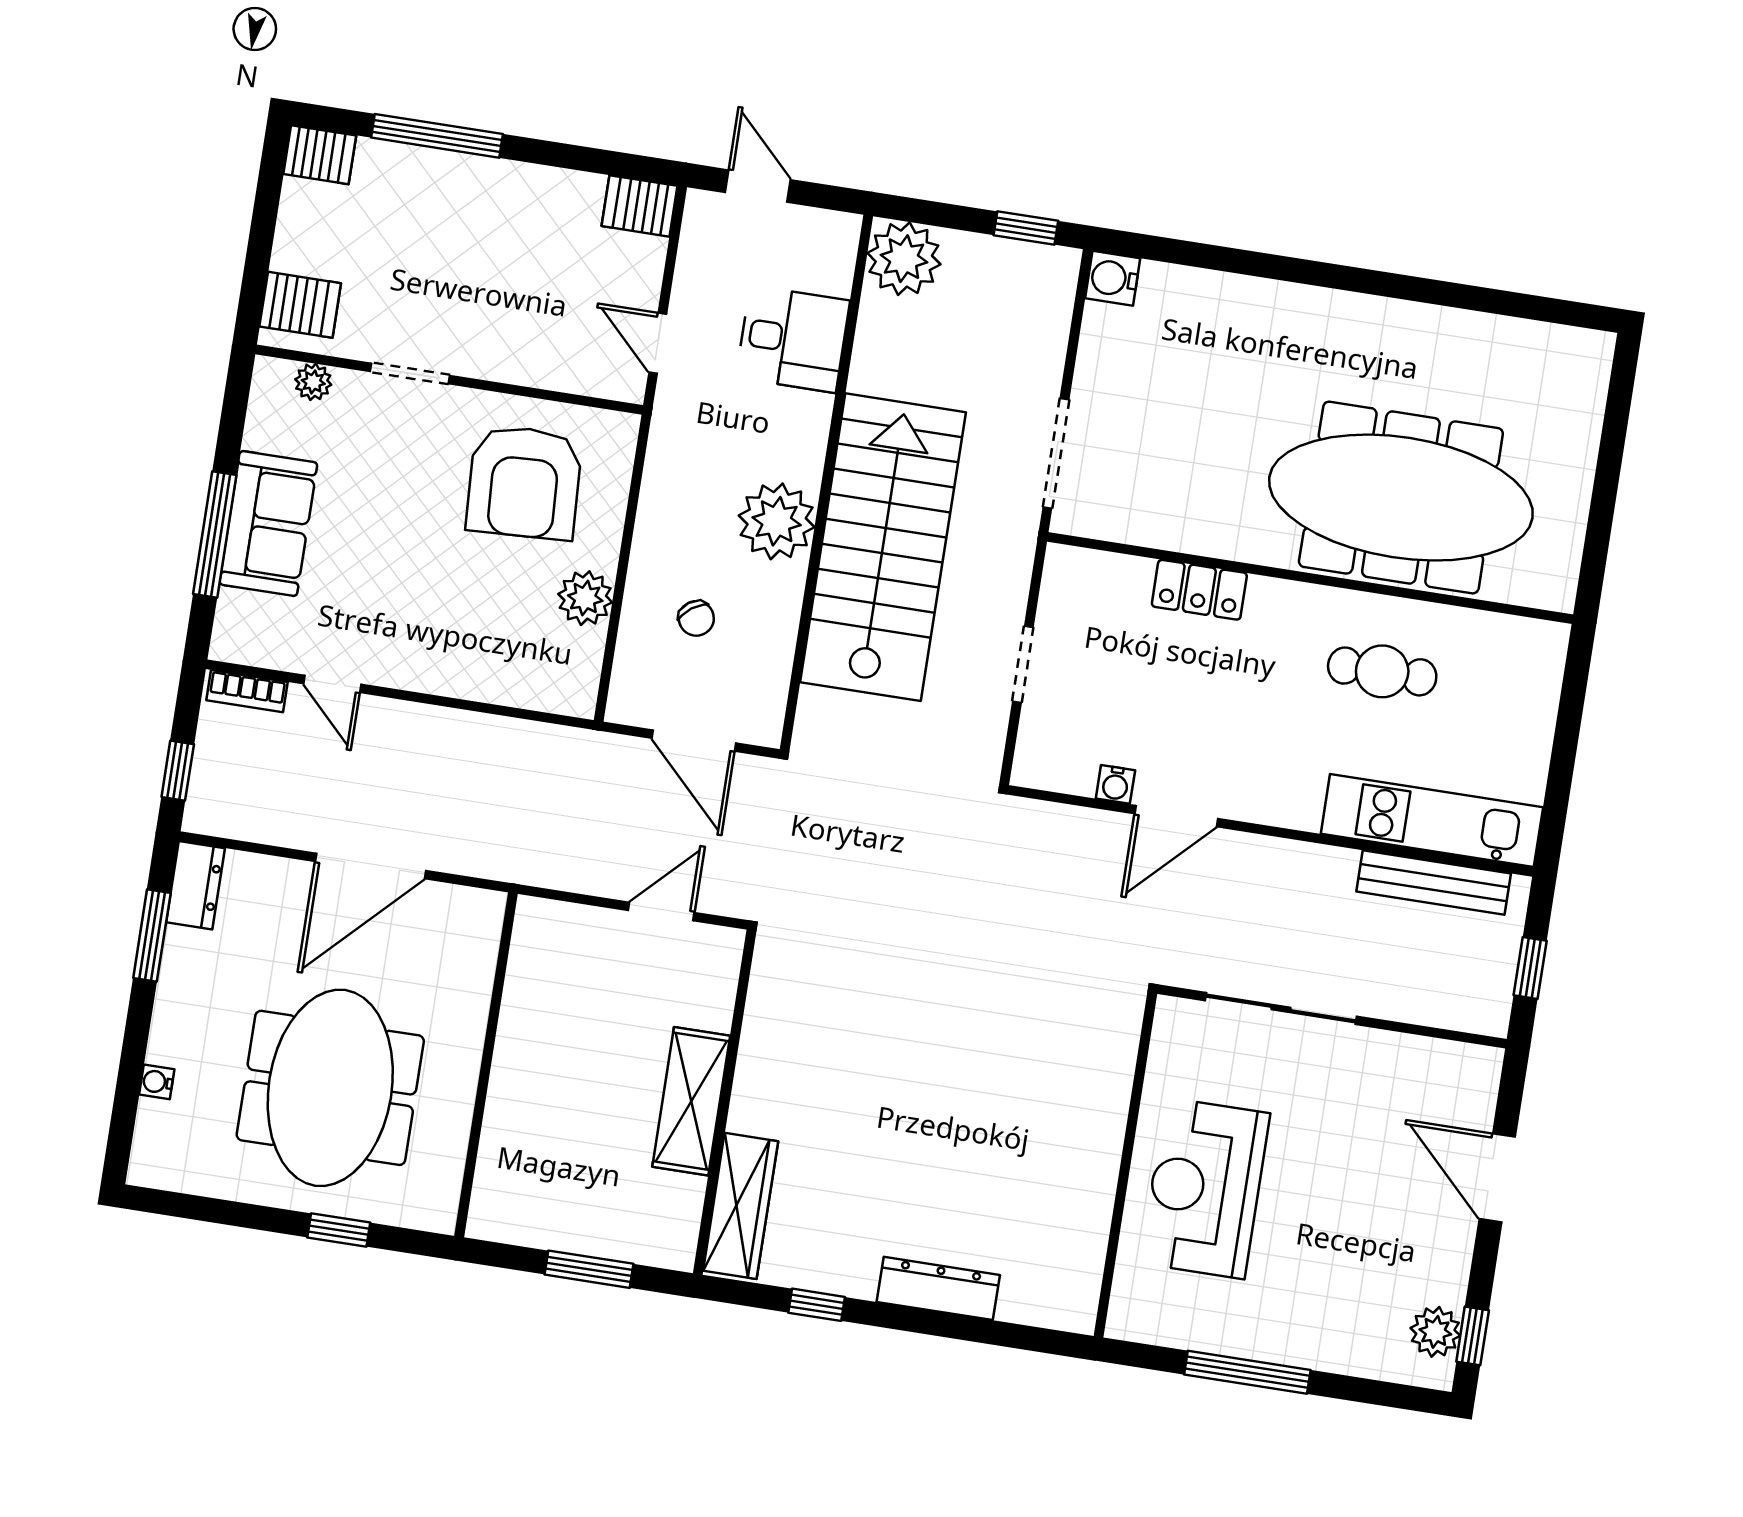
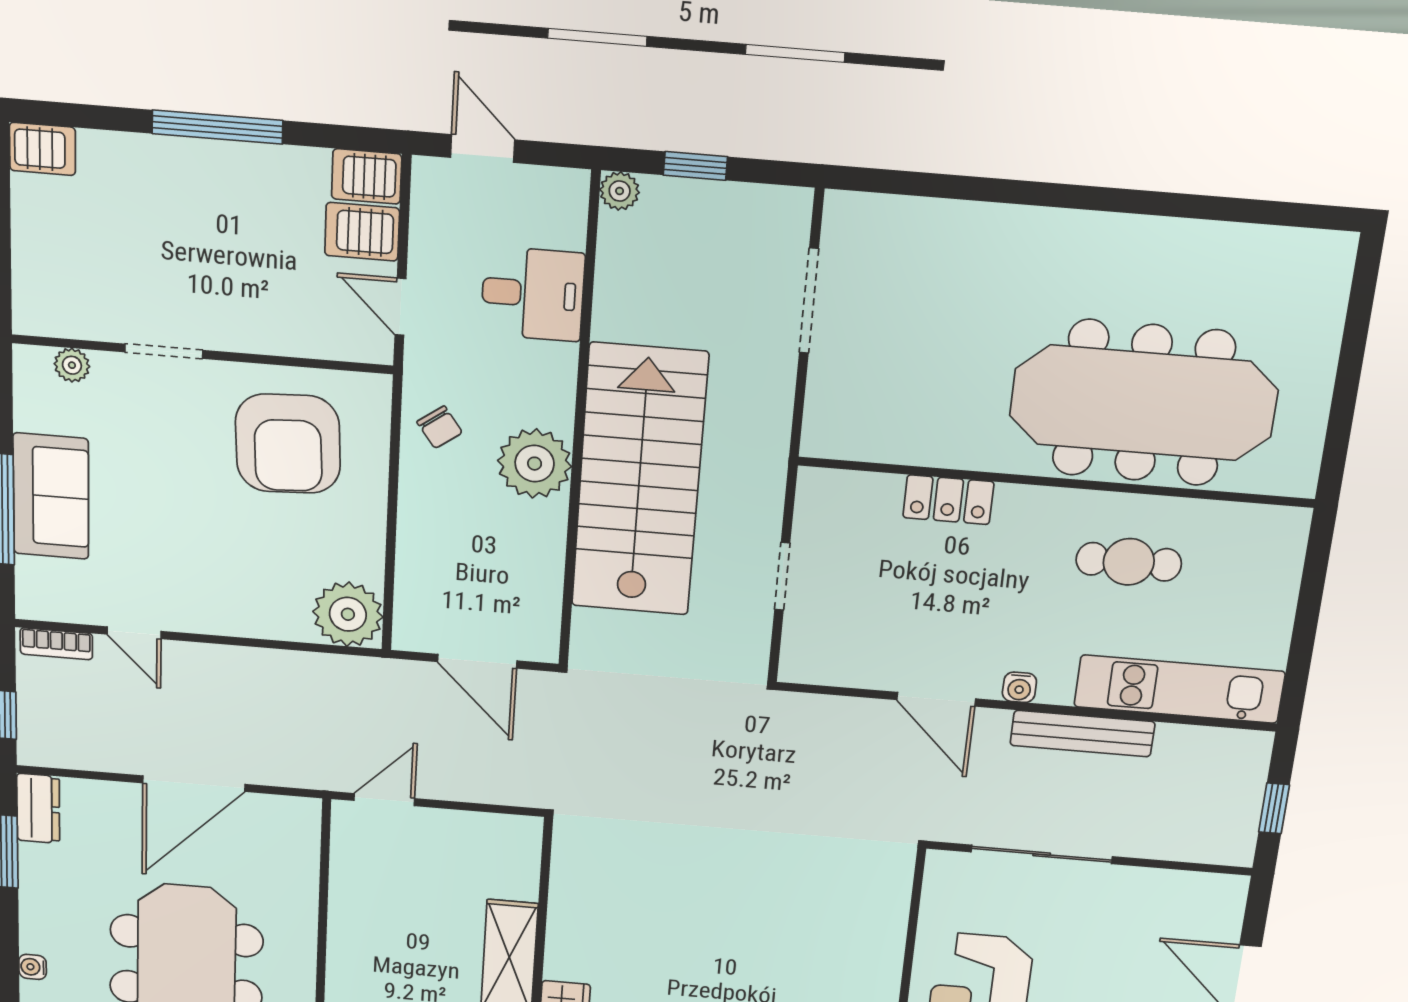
window: (437, 136) -> (217, 127), moved
window: (1026, 228) -> (695, 166), moved
plant: (904, 259) -> (620, 191), width x0.53, depth x0.53
water cooler: (1113, 278) -> (847, 214), removed
server rack: (300, 305) -> (362, 232), moved, turned 180
doorway: (1056, 453) -> (809, 301), moved
plant: (585, 598) -> (348, 614), moved, width x1.36, depth x1.36
chair: (696, 618) -> (440, 427), moved
water cooler: (1115, 784) -> (1019, 687), moved
door: (1176, 816) -> (936, 699), hinge flipped
bench: (1434, 883) -> (1082, 734), moved
door: (661, 911) -> (384, 800), moved

